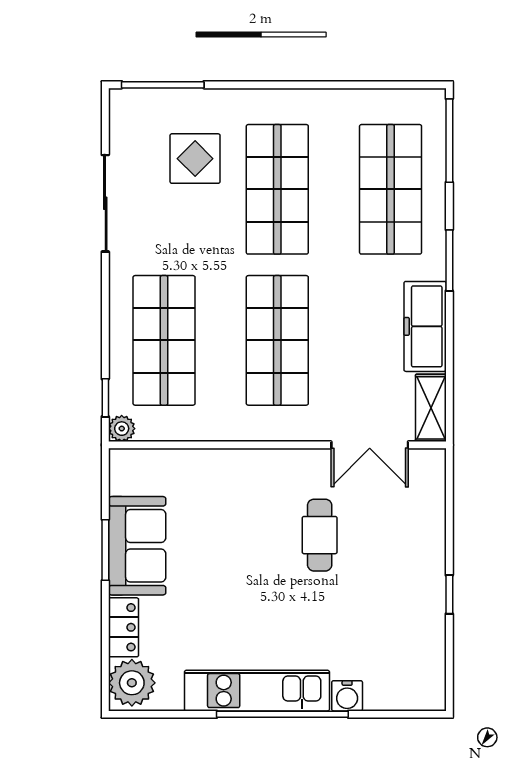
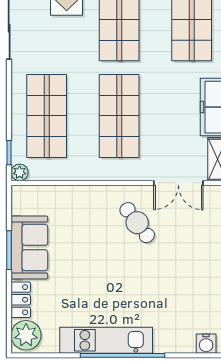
cafe table: (320, 535) -> (137, 223), moved, turned -37
water cooler: (347, 696) -> (206, 344), moved

